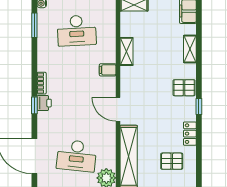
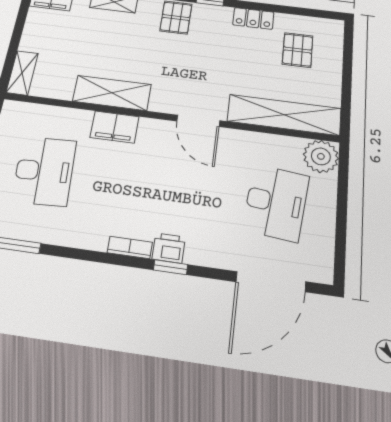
shelving: (126, 51) -> (112, 93), width x1.50, depth x1.33
filing cabinet: (108, 70) -> (115, 127), width x2.00
door: (118, 109) -> (198, 121), hinge flipped

